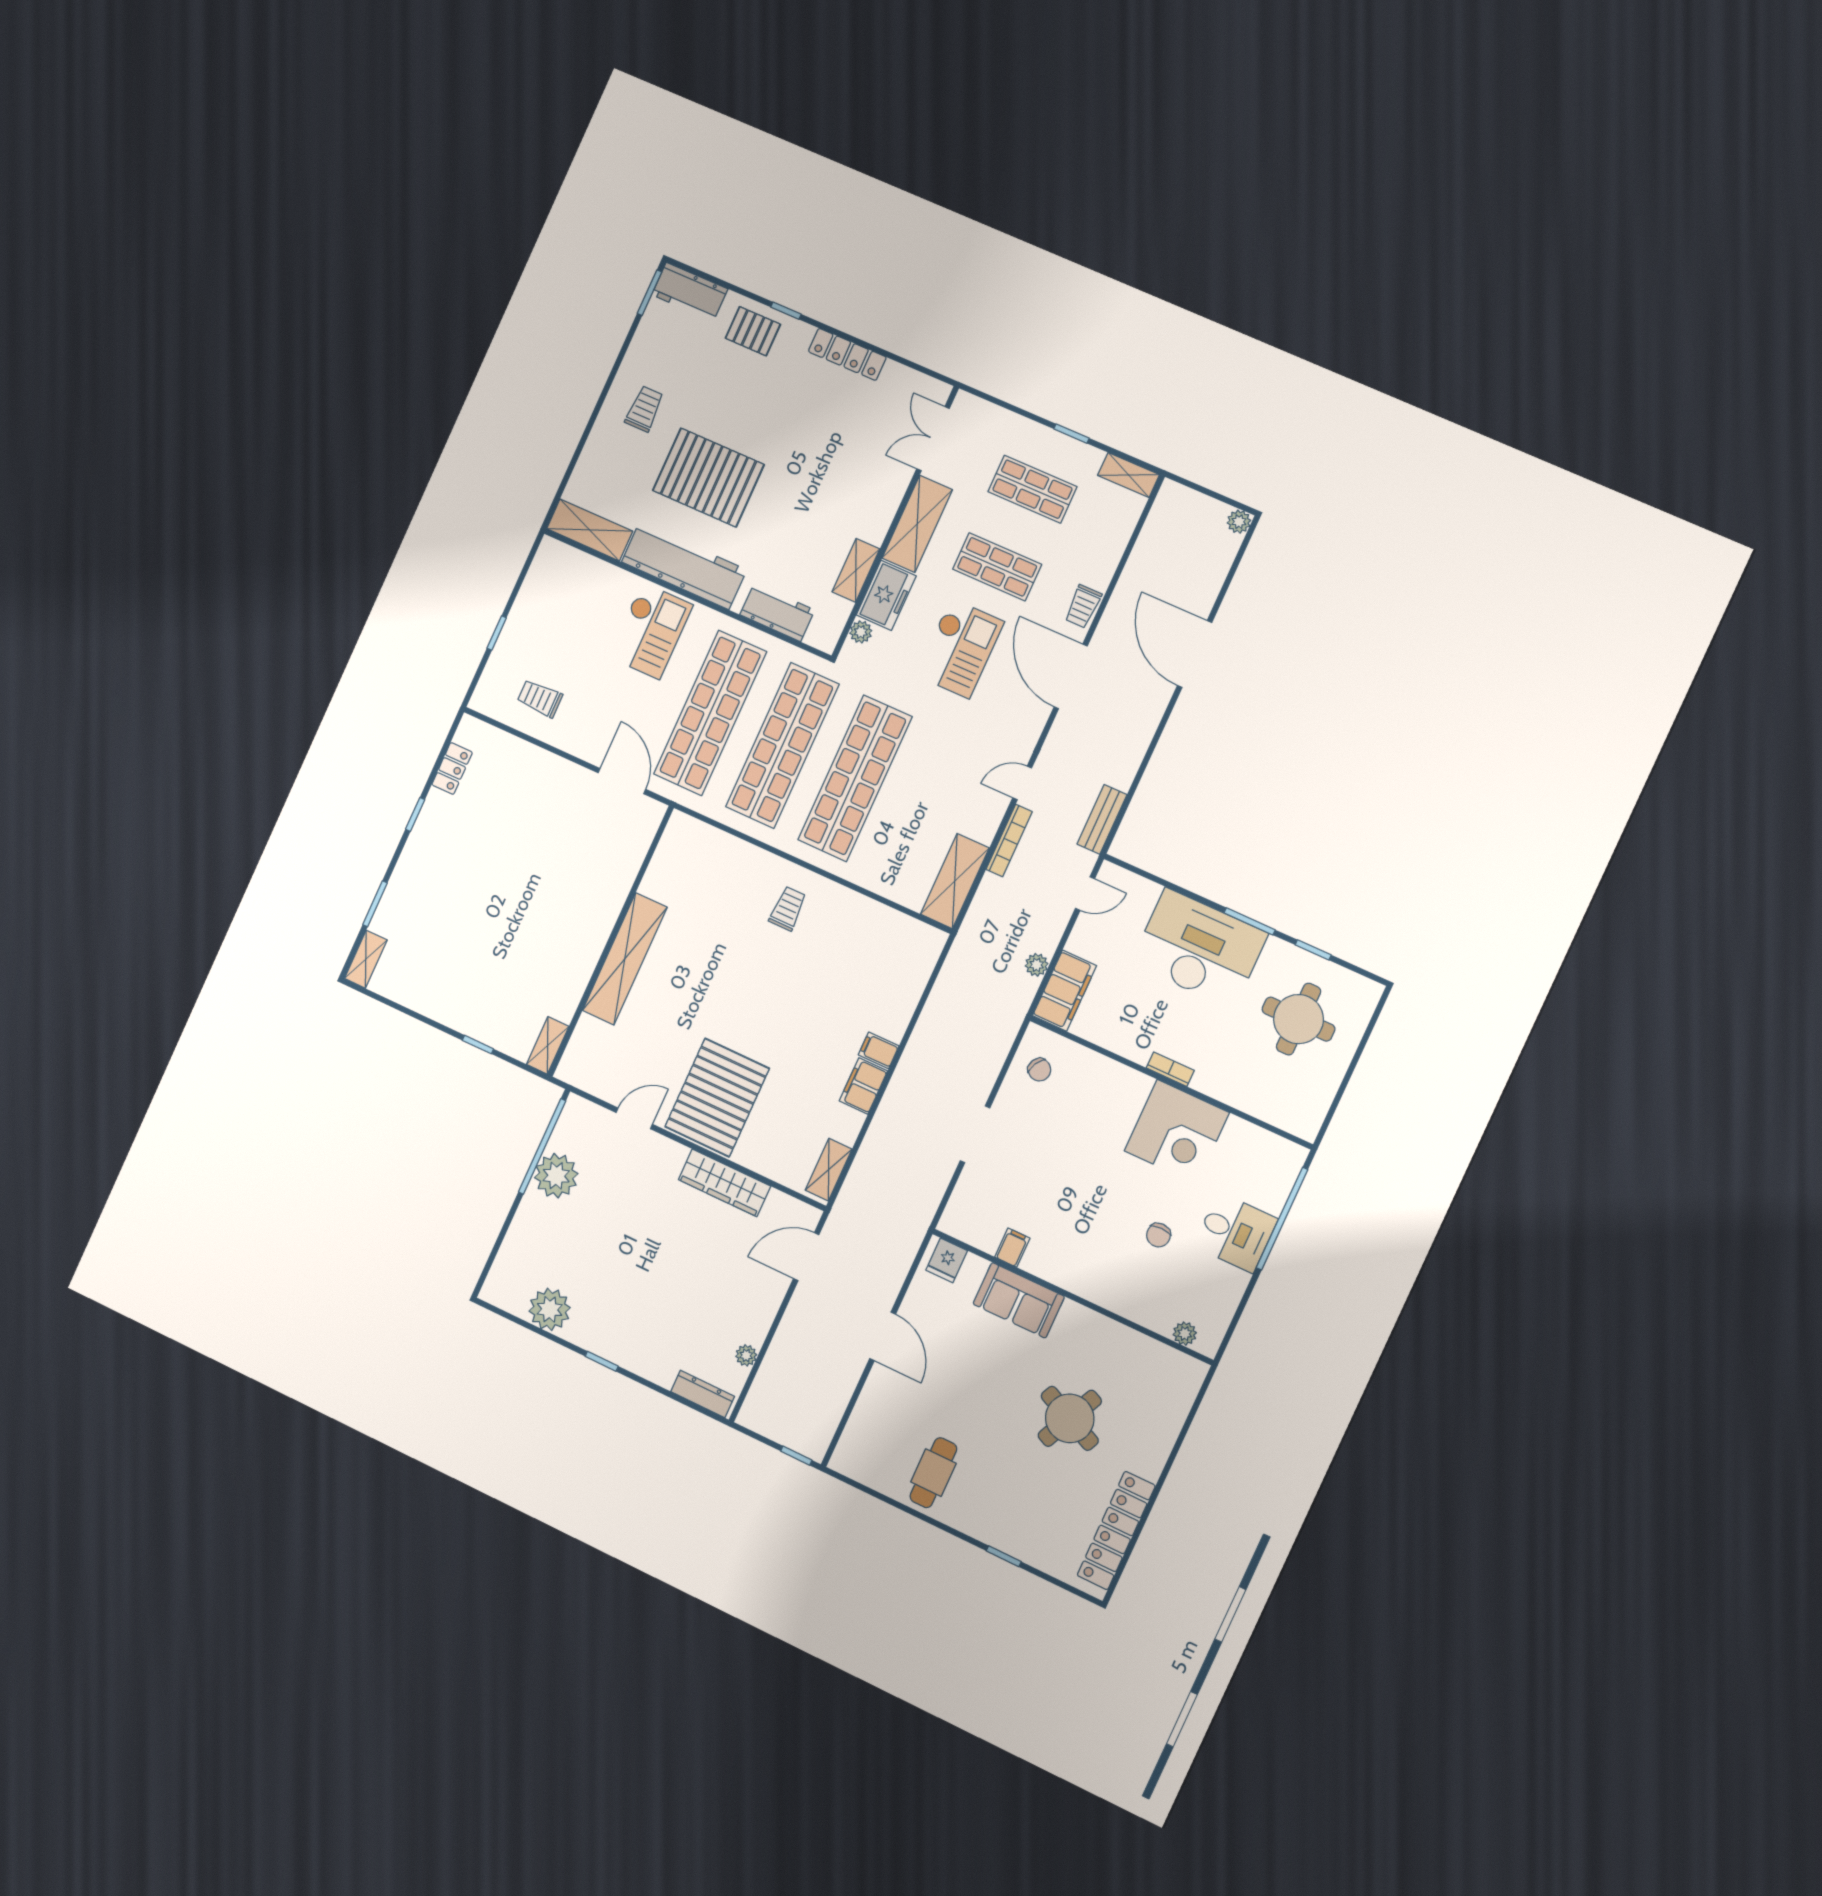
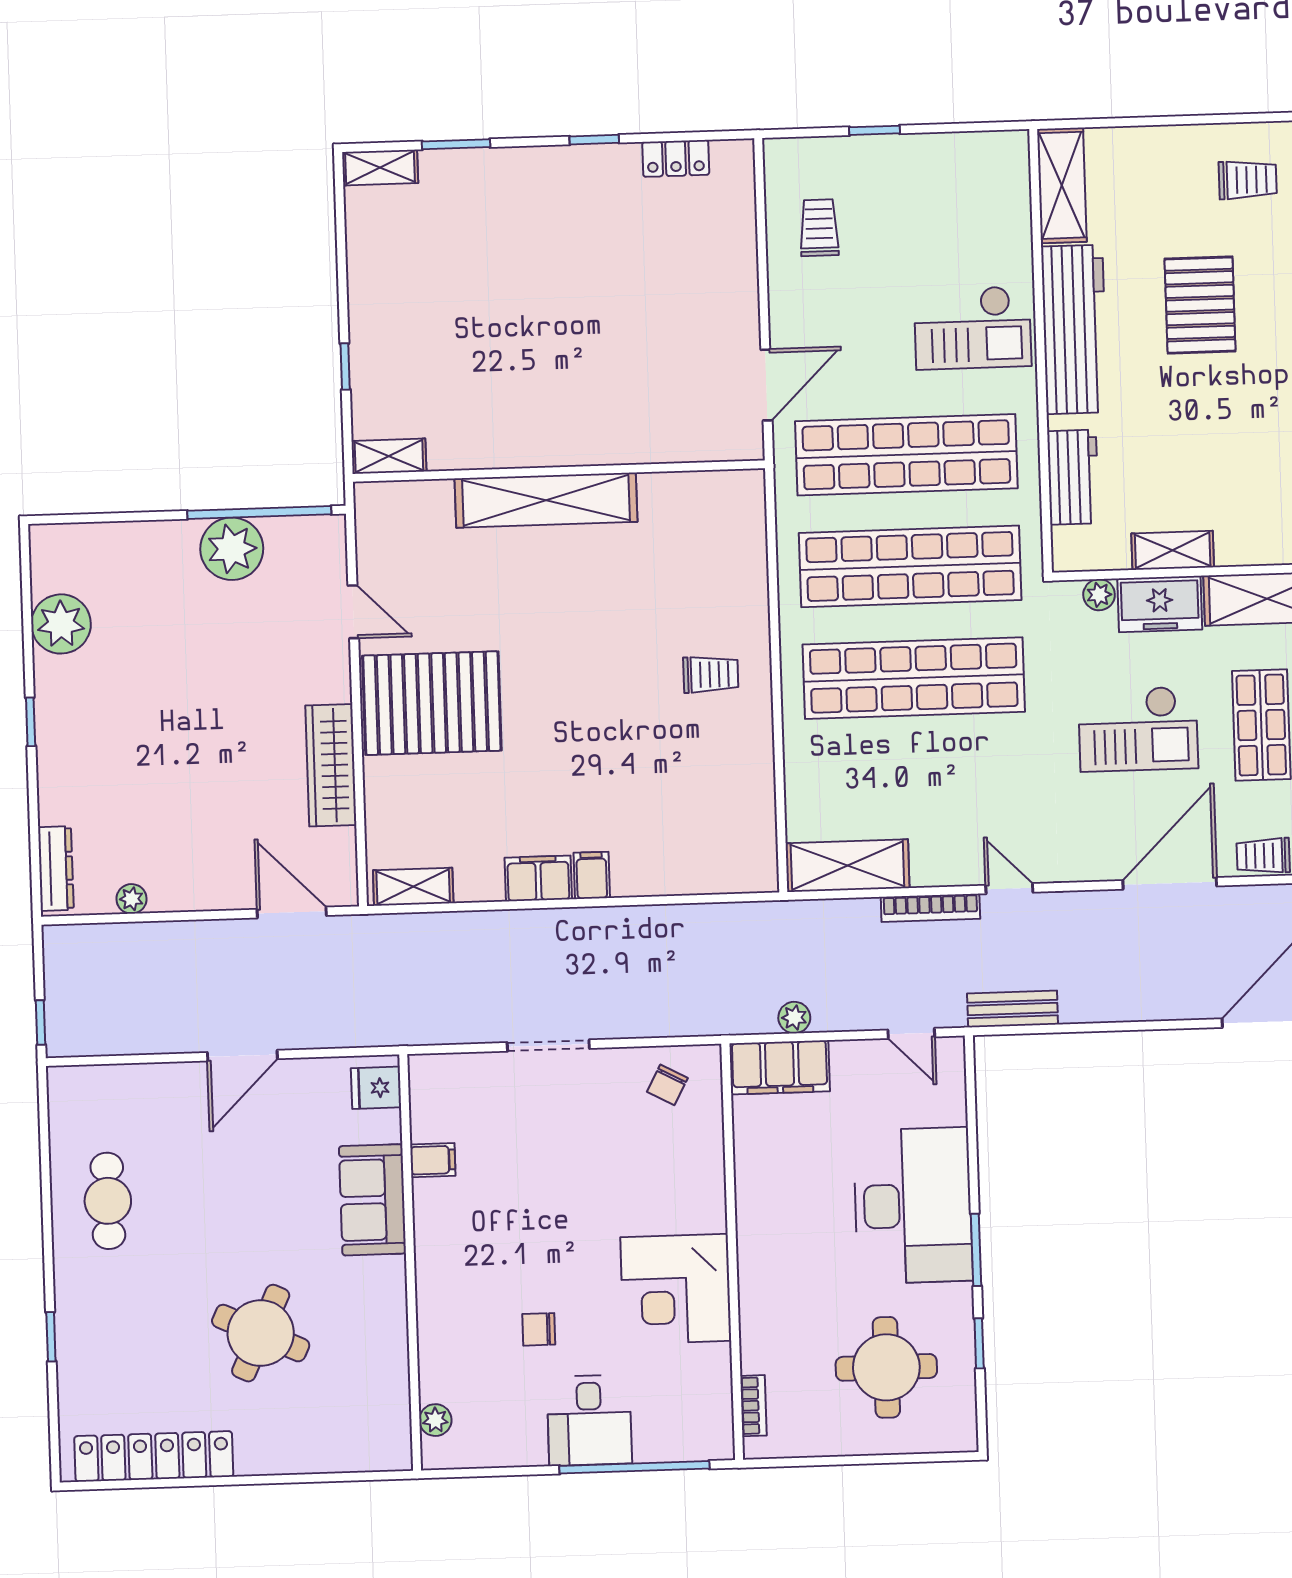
pallet: (708, 477) -> (1200, 305), width x0.73, depth x0.71
bookcase: (1170, 1069) -> (753, 1406), moved
cafe table: (933, 1473) -> (108, 1201), turned 90

